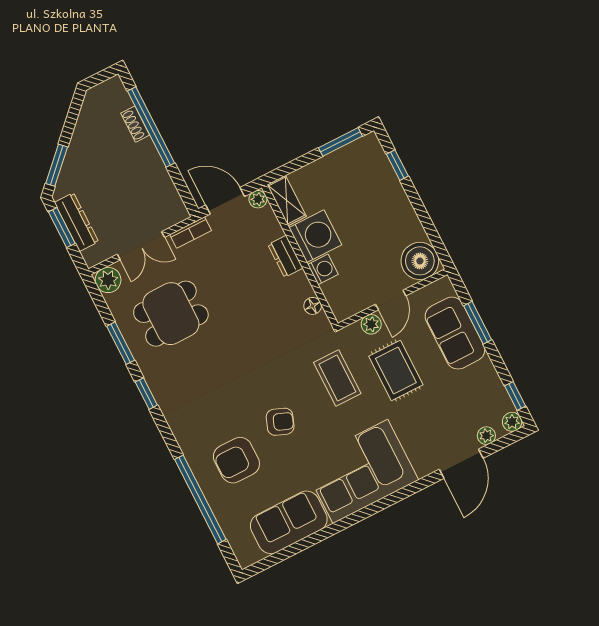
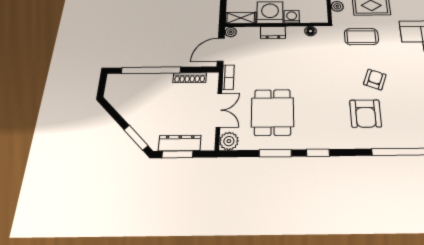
shoe rack: (135, 124) -> (190, 78), moved, width x1.43
armchair: (236, 460) -> (365, 113), moved

